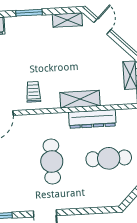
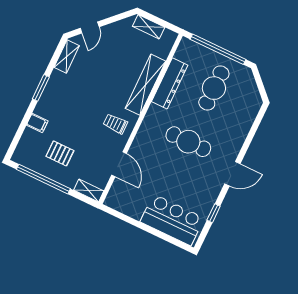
door: (102, 26) -> (90, 28), swing flipped
shelving: (80, 99) -> (145, 85), width x1.47

